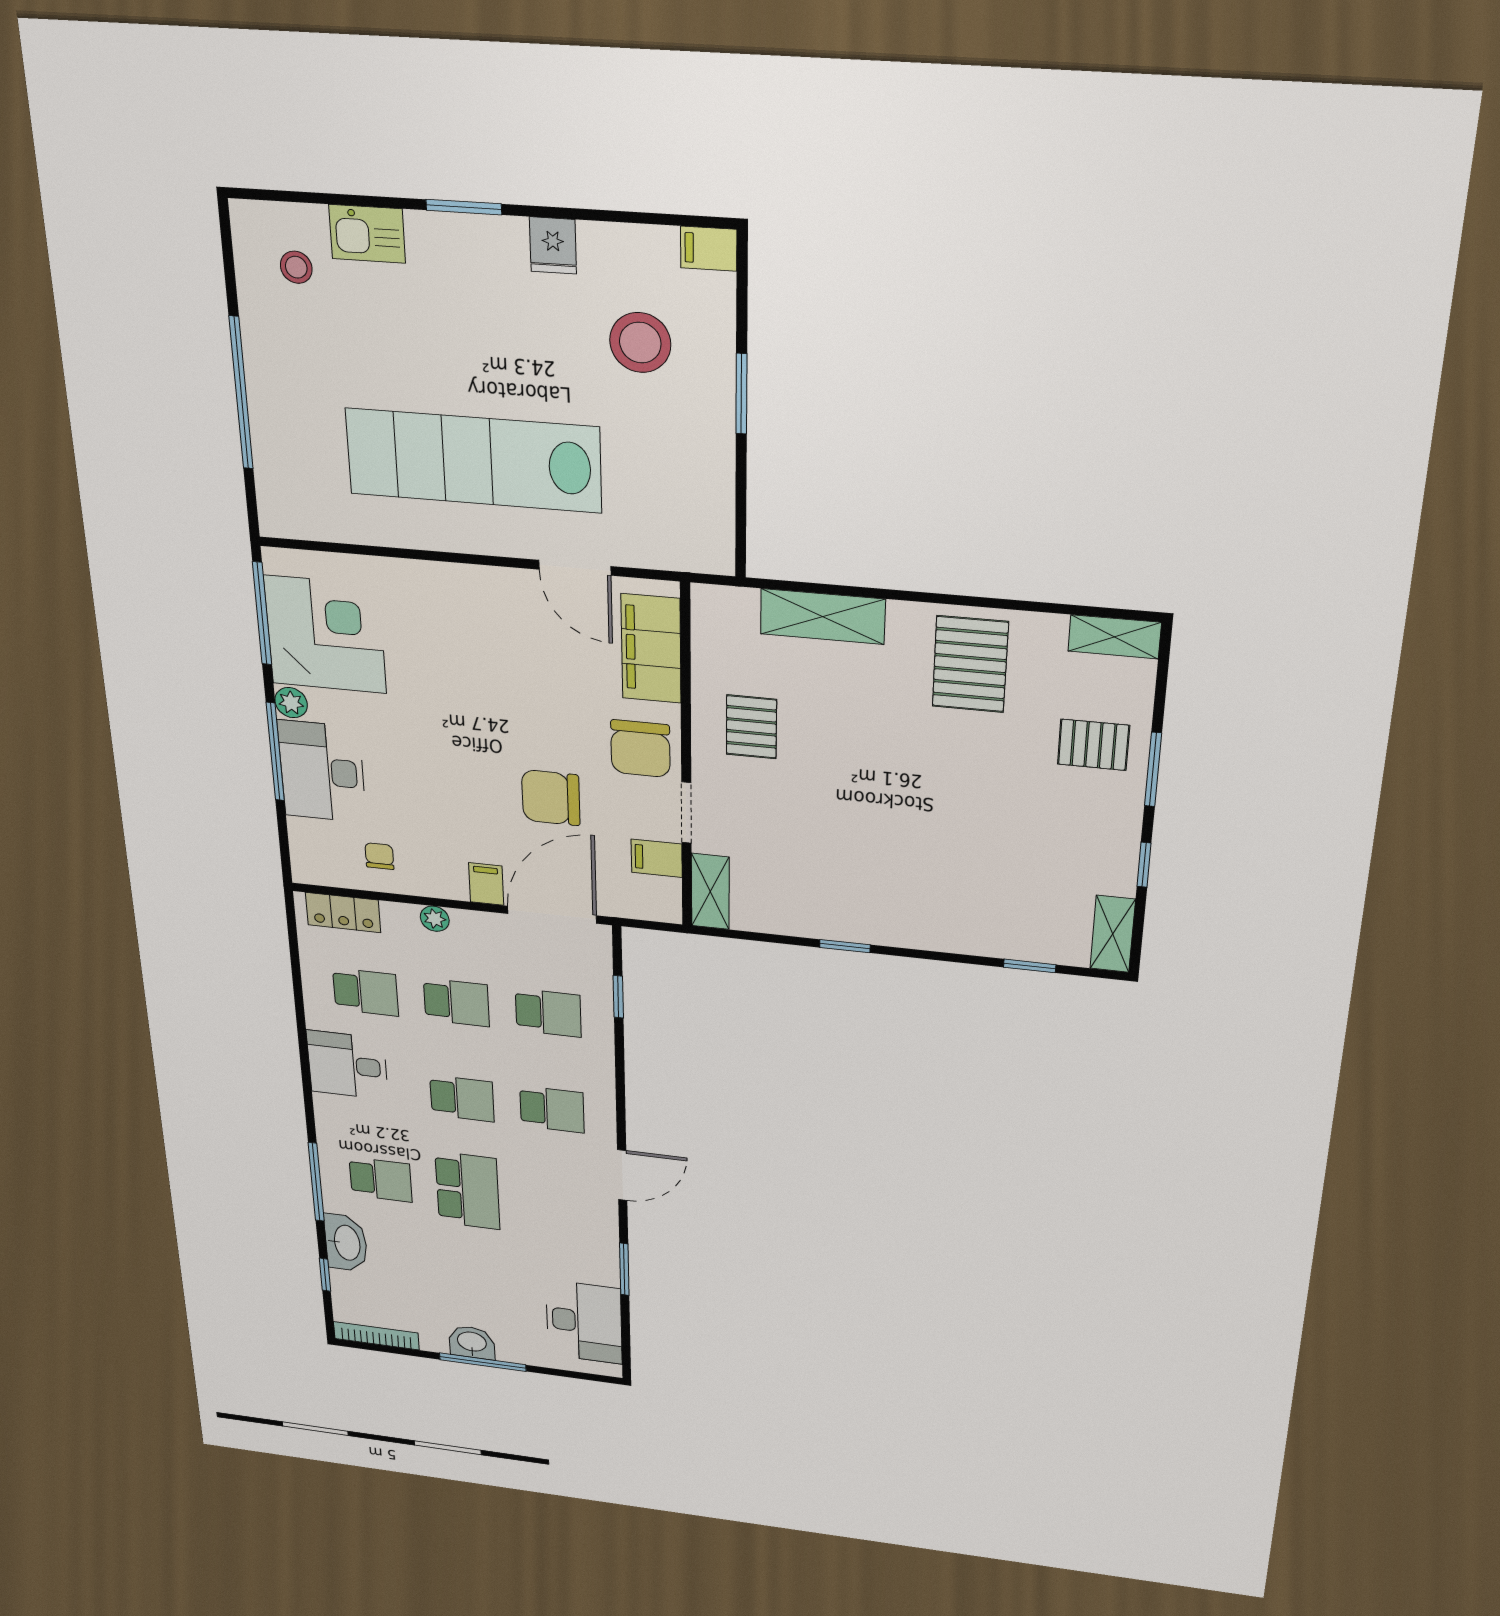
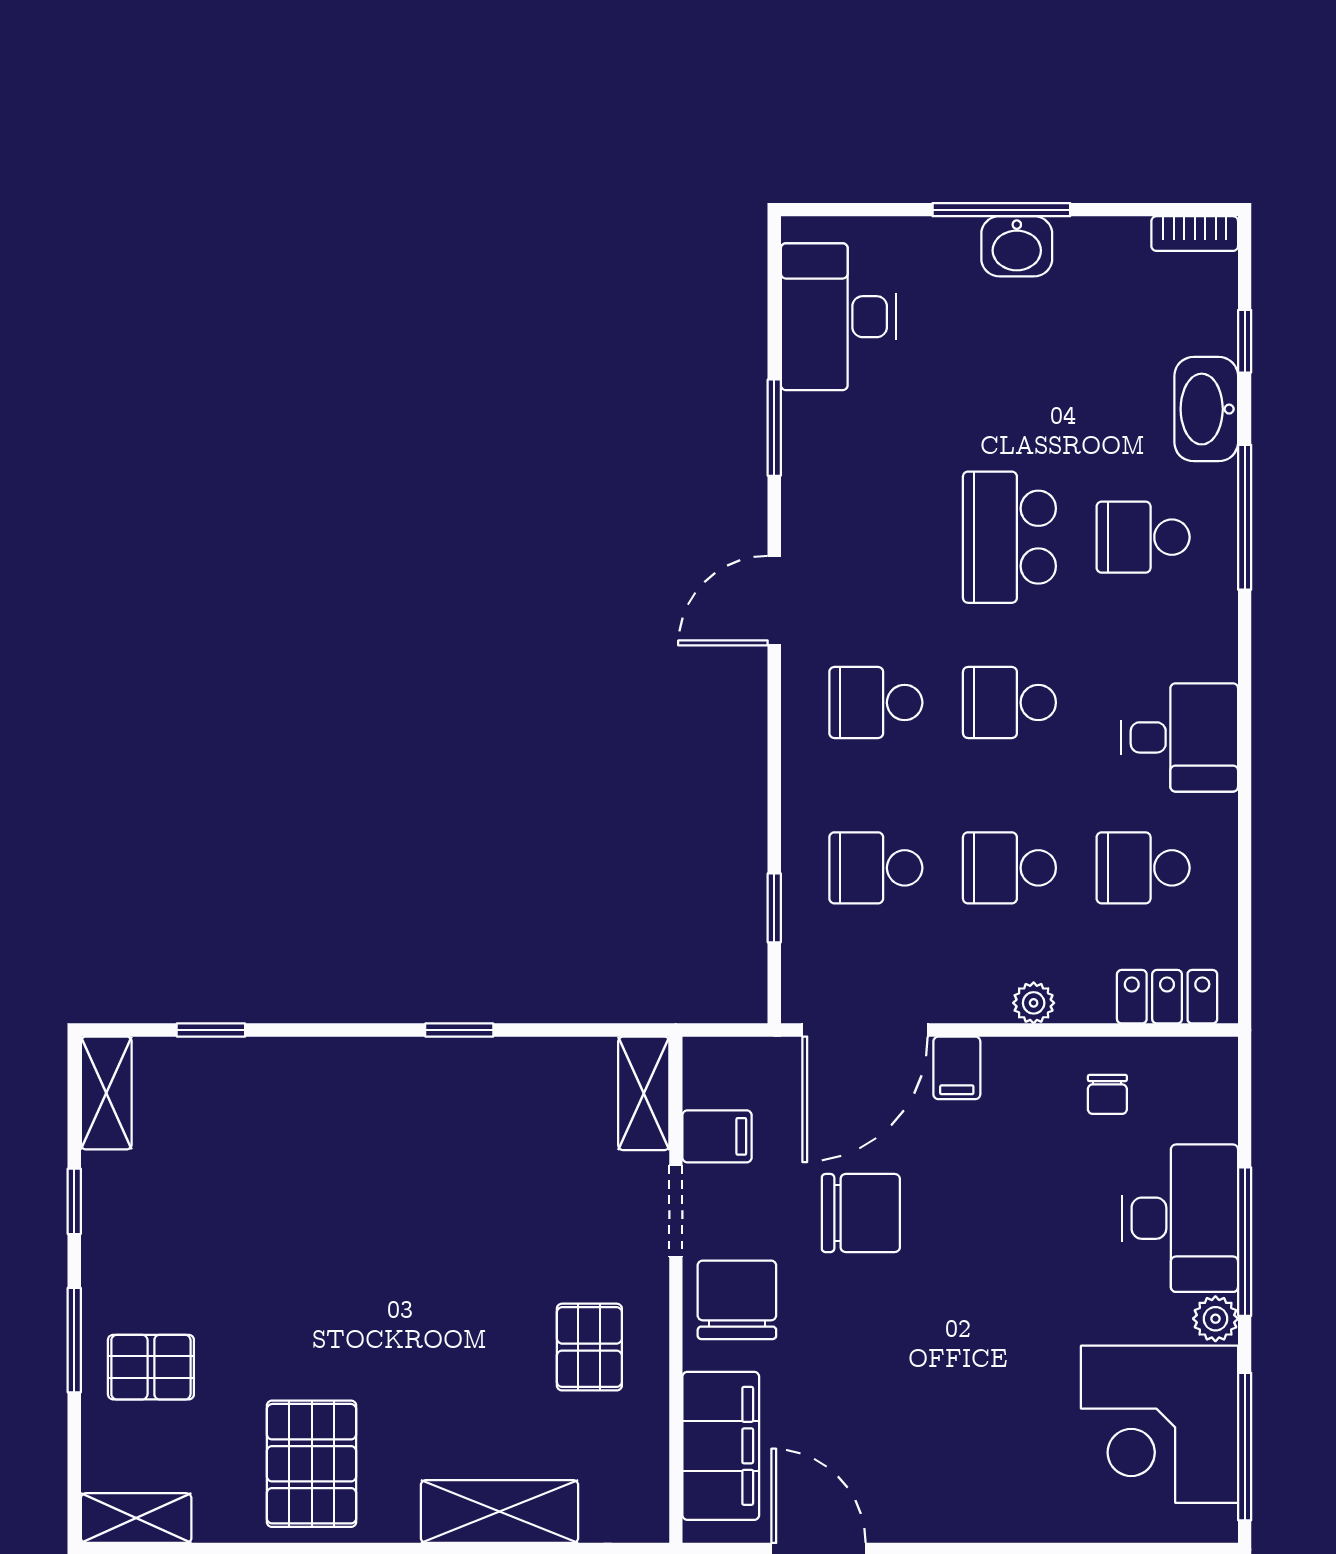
bookcase: (376, 1336) -> (1195, 234), width x0.64

